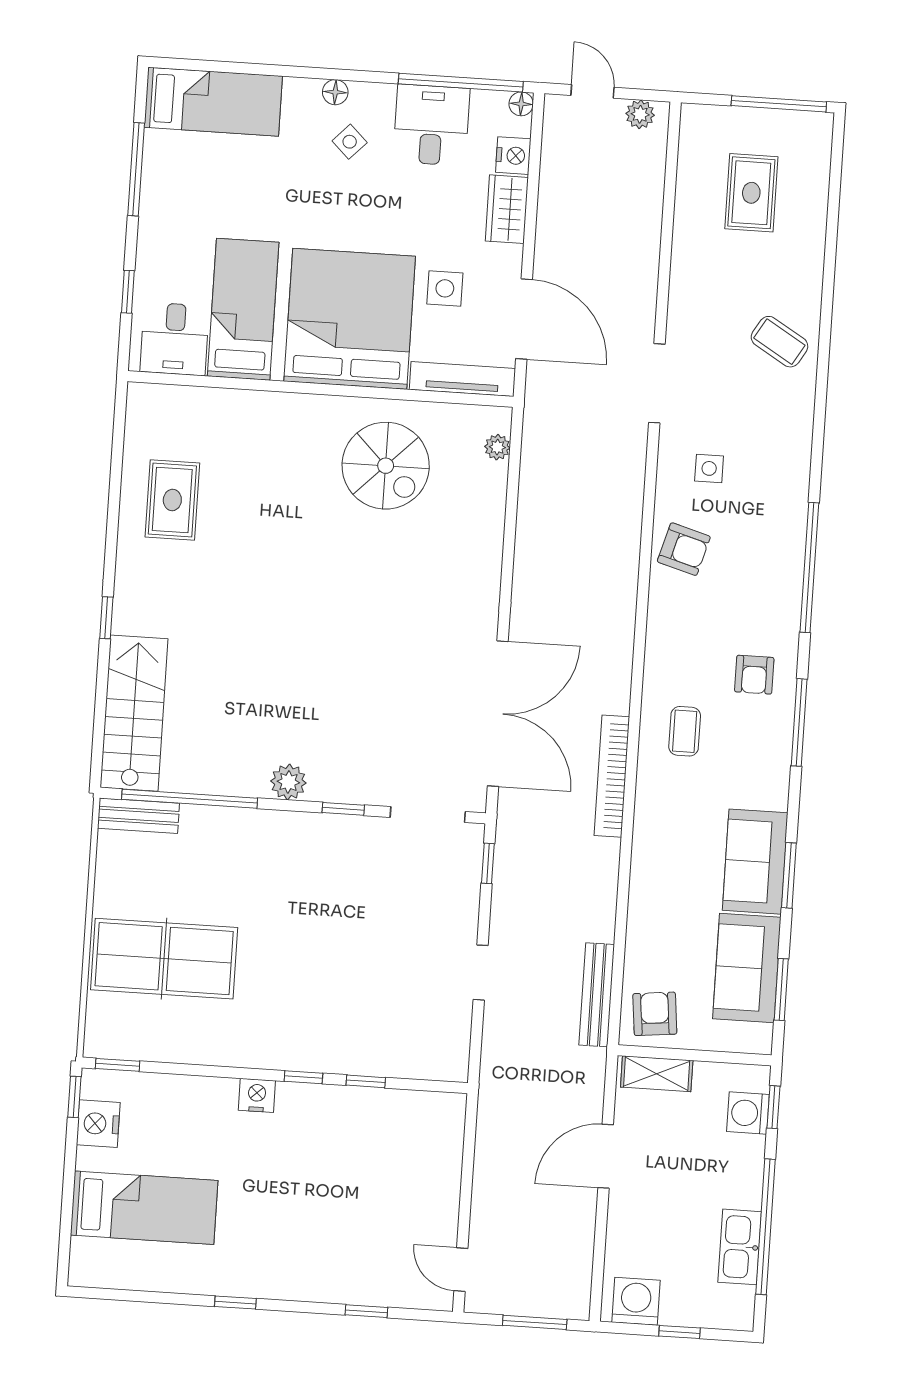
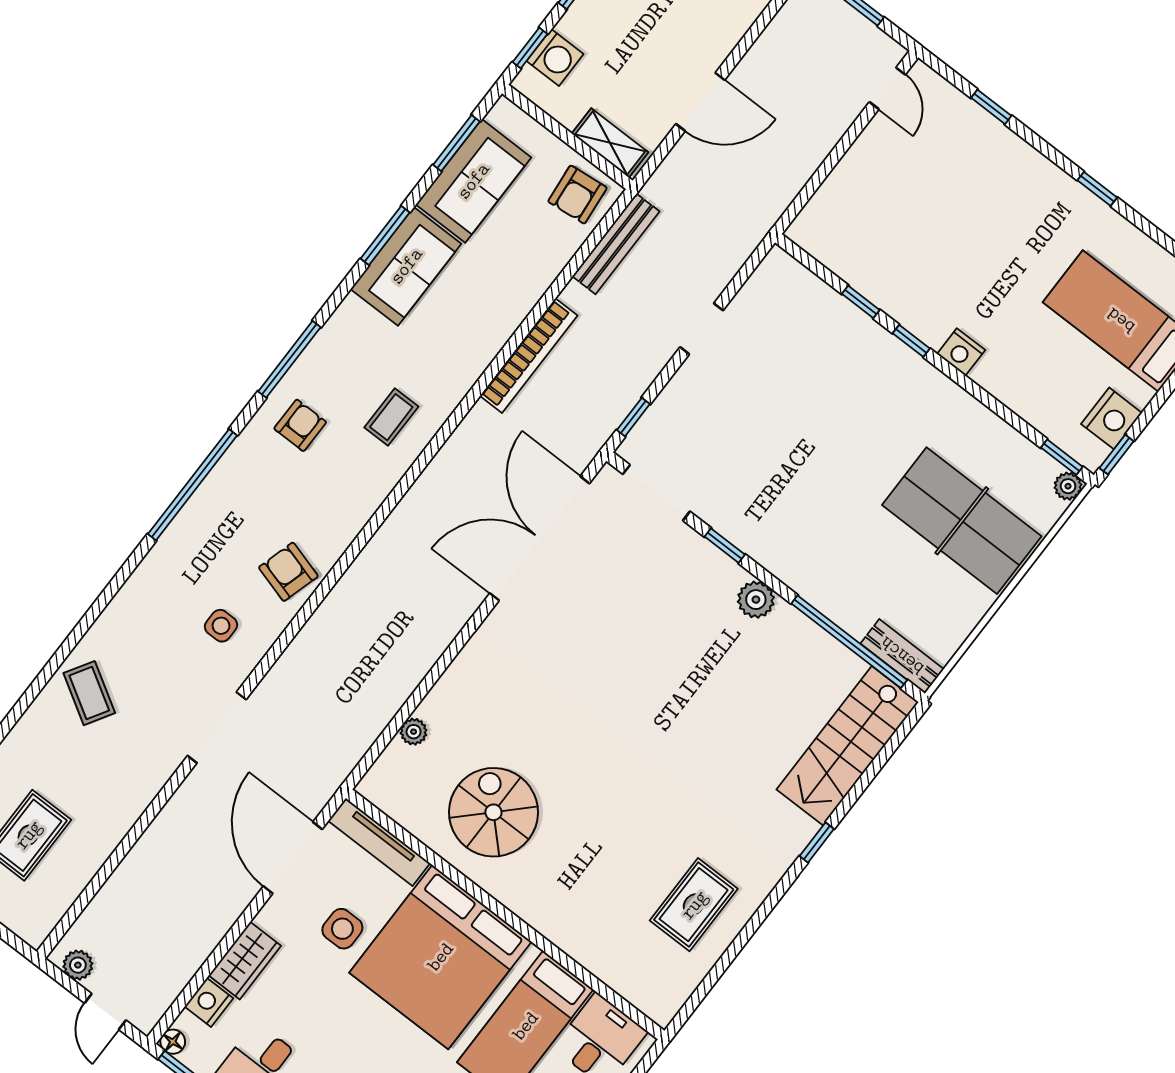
plant: (497, 447) -> (414, 732), moved
bookcase: (612, 776) -> (529, 356), moved
plant: (97, 1045) -> (1068, 486), added

